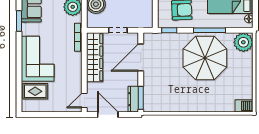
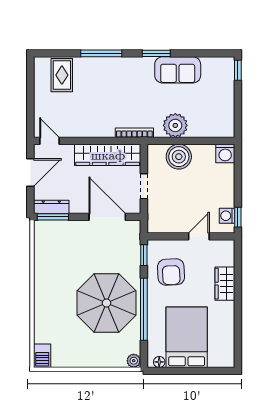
window: (210, 30) -> (144, 309), width x1.46
plant: (243, 42) -> (134, 361), width x0.53, depth x0.53
corner sofa: (38, 59) -> (105, 78), removed
window: (19, 62) -> (101, 53), added

